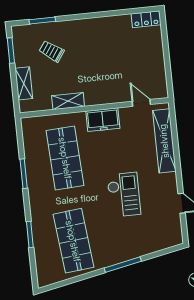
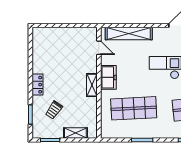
locker: (146, 19) -> (37, 85), moved
shelving: (68, 101) -> (92, 85), moved
door: (141, 103) -> (99, 48), swing flipped

